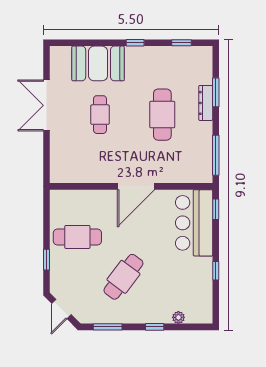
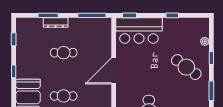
cafe table: (162, 115) -> (64, 53), width x0.73, depth x0.74
door: (136, 186) -> (114, 71), swing flipped
cafe table: (123, 277) -> (186, 67), moved

